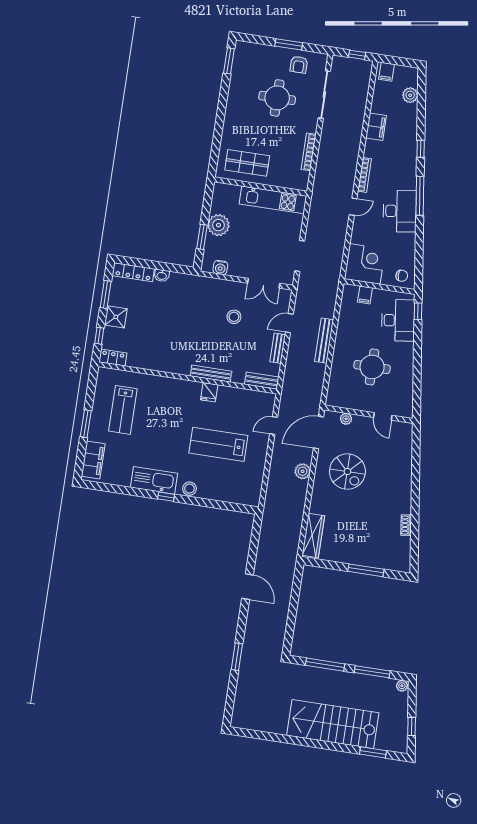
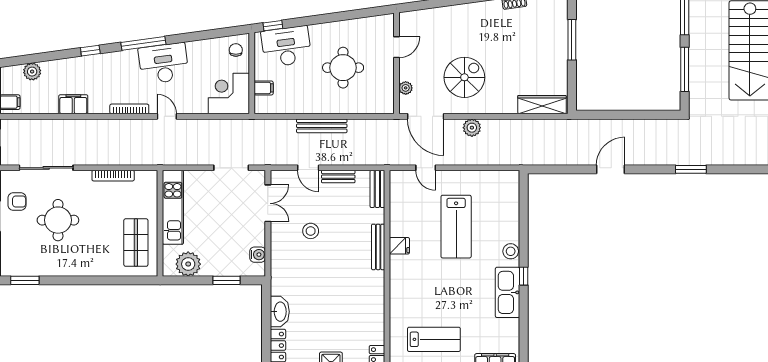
plant: (218, 225) -> (188, 264), moved
washbasin: (162, 276) -> (280, 312), width x1.91, depth x1.45

